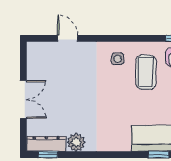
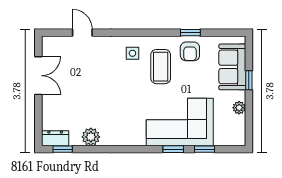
double door: (23, 99) -> (38, 76), moved
dresser: (46, 144) -> (55, 138), width x0.70

